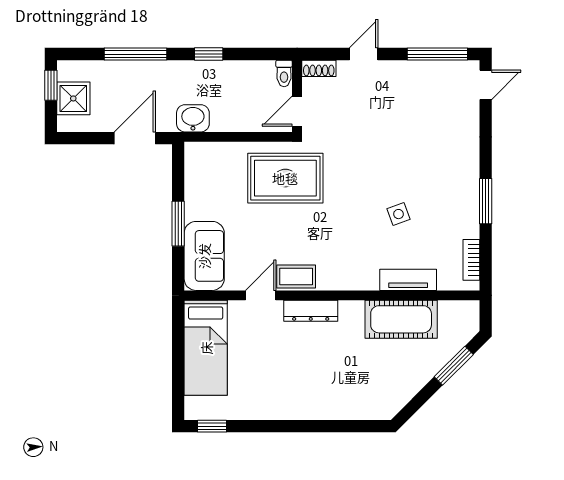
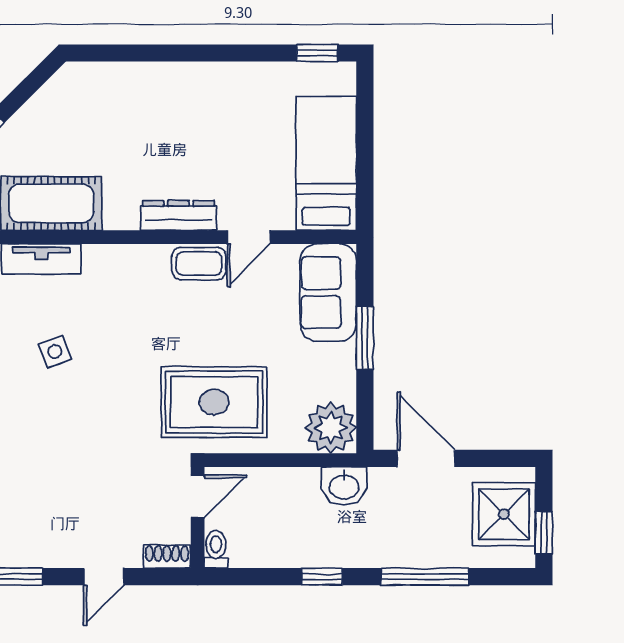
shower: (73, 98) -> (504, 514), width x1.36, depth x1.36
door: (135, 138) -> (426, 458), swing flipped
plant: (202, 160) -> (331, 428), added

